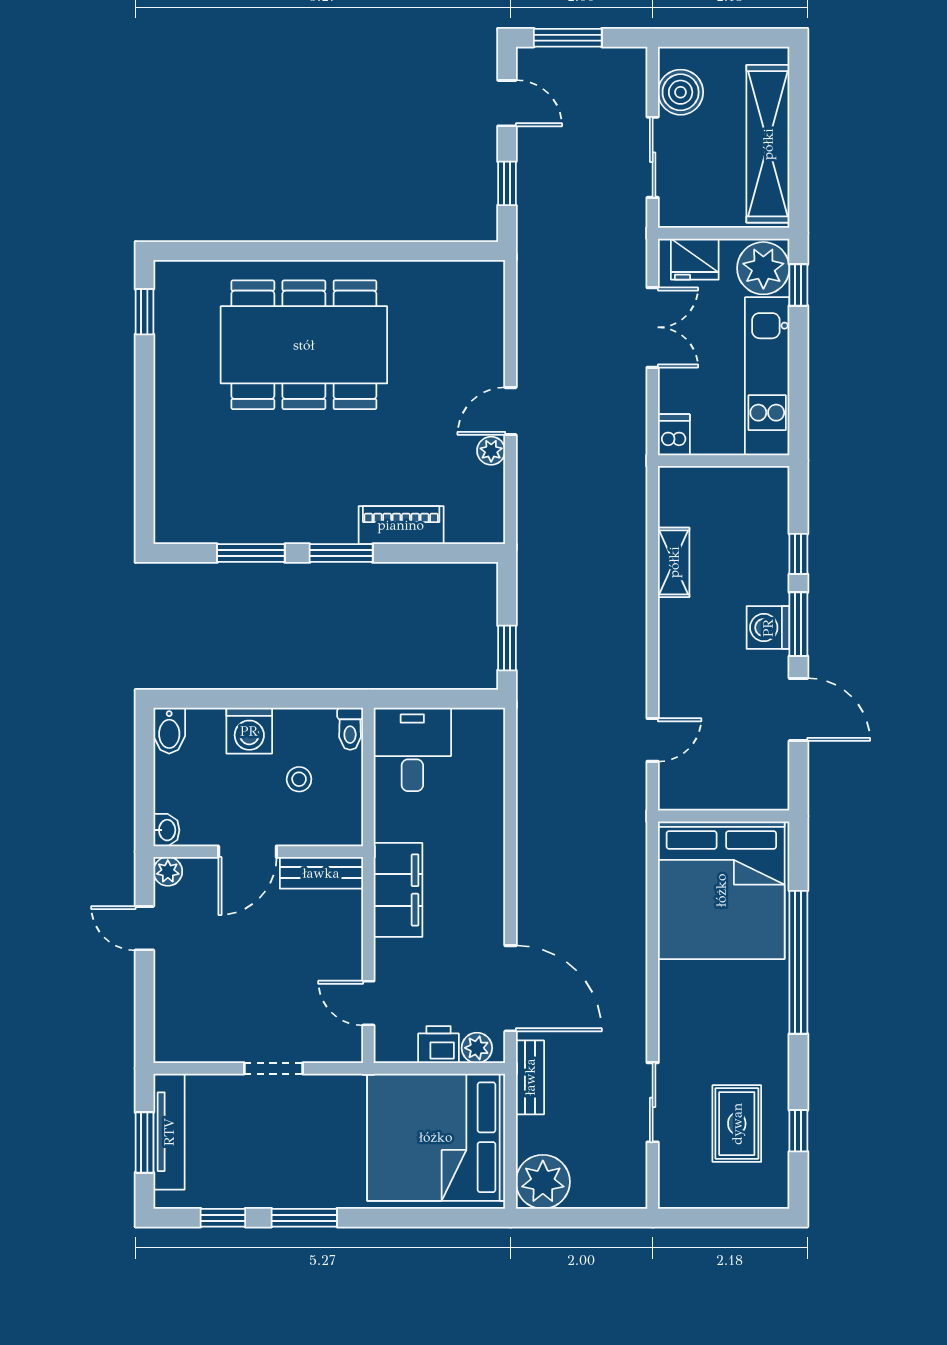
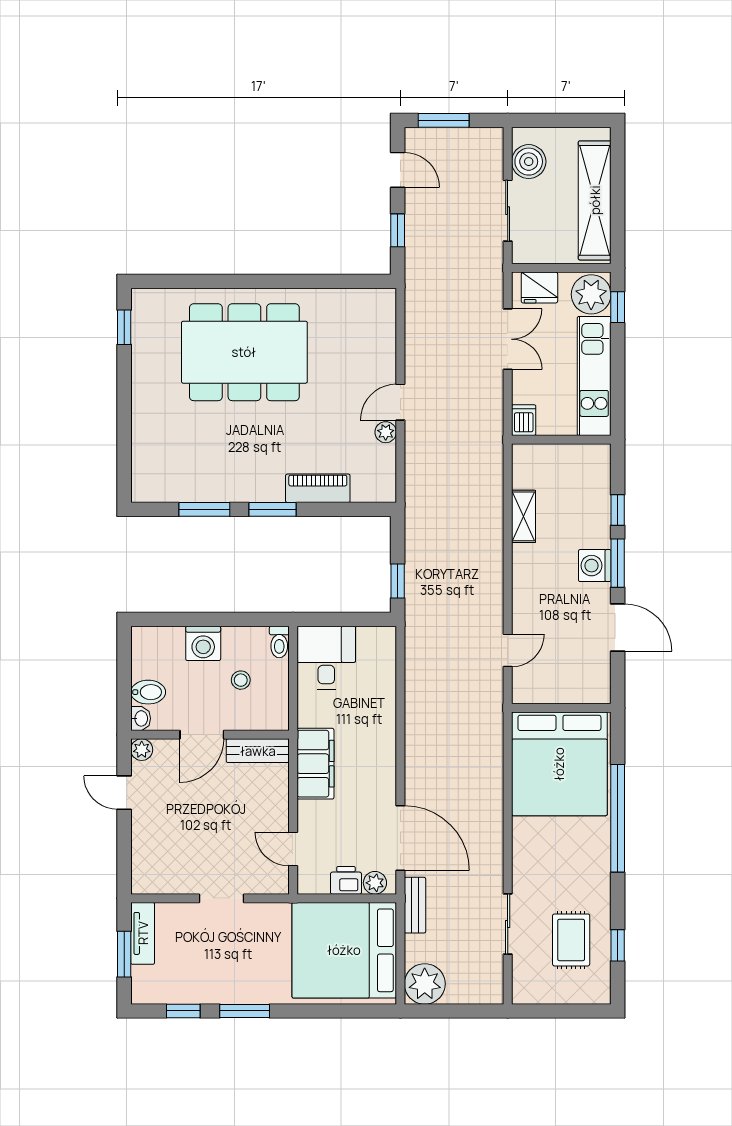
bidet: (169, 731) -> (148, 692), moved, turned -90
tv unit: (169, 1132) -> (143, 933), width x0.71

